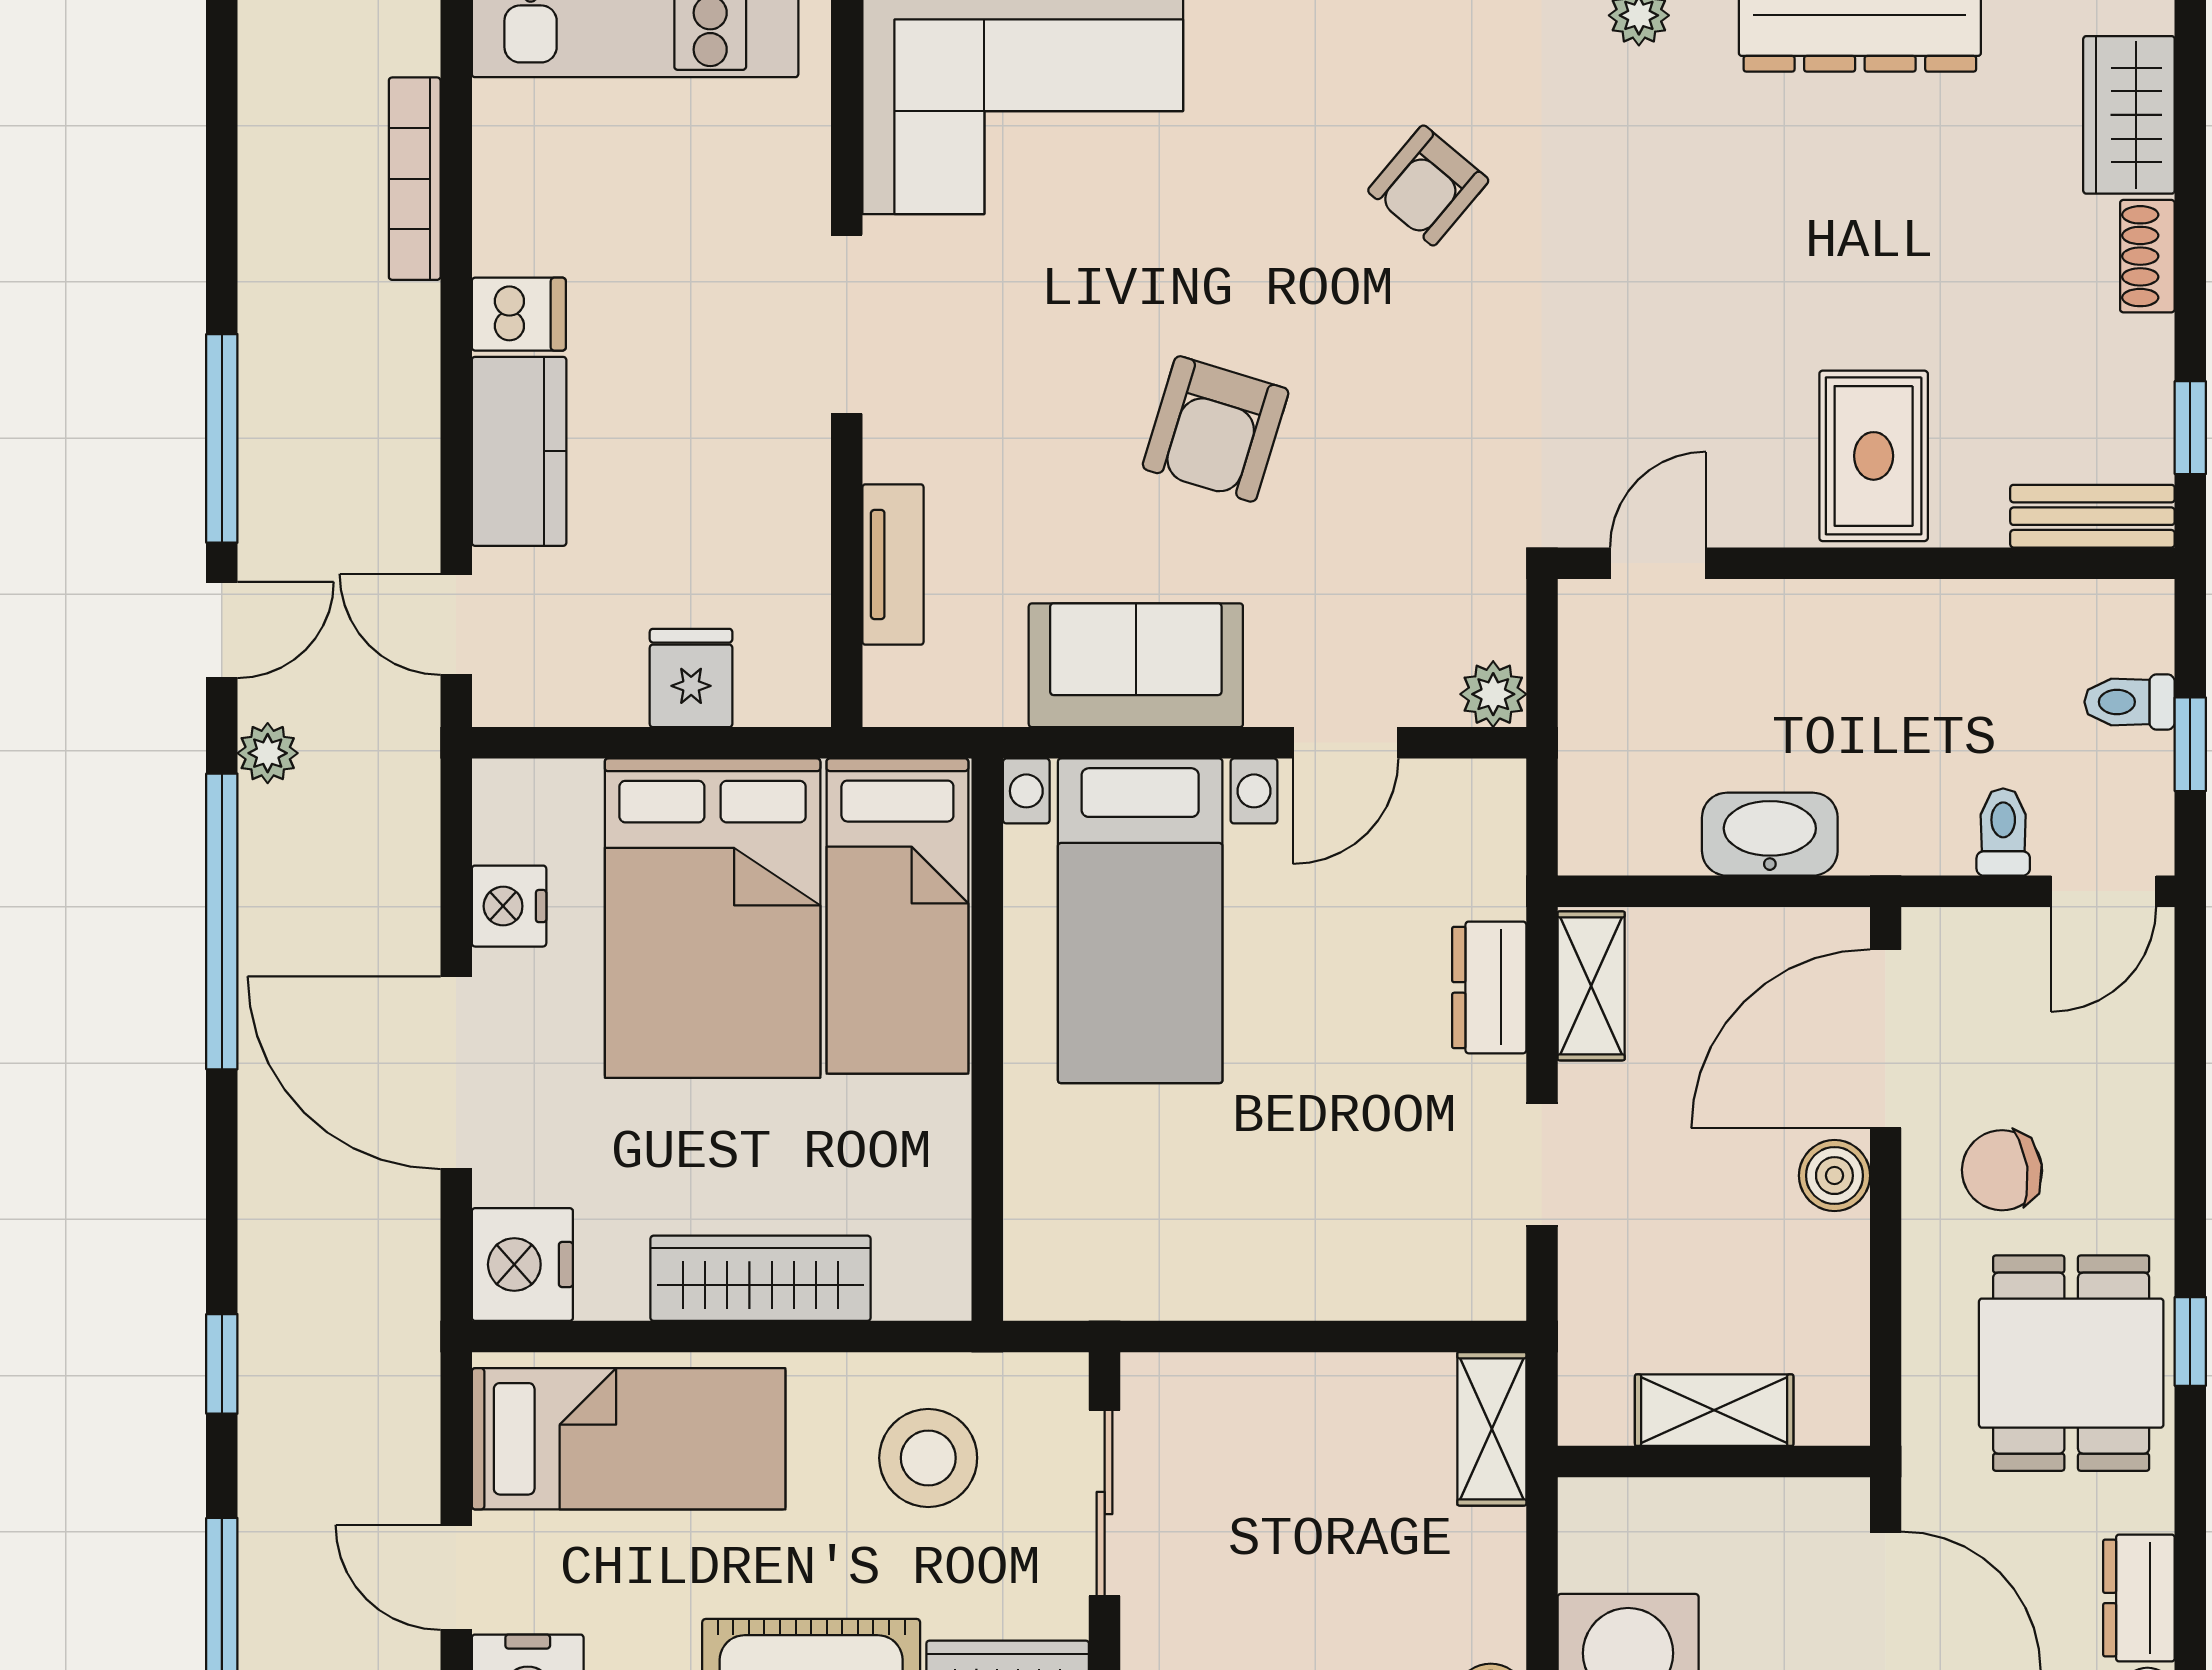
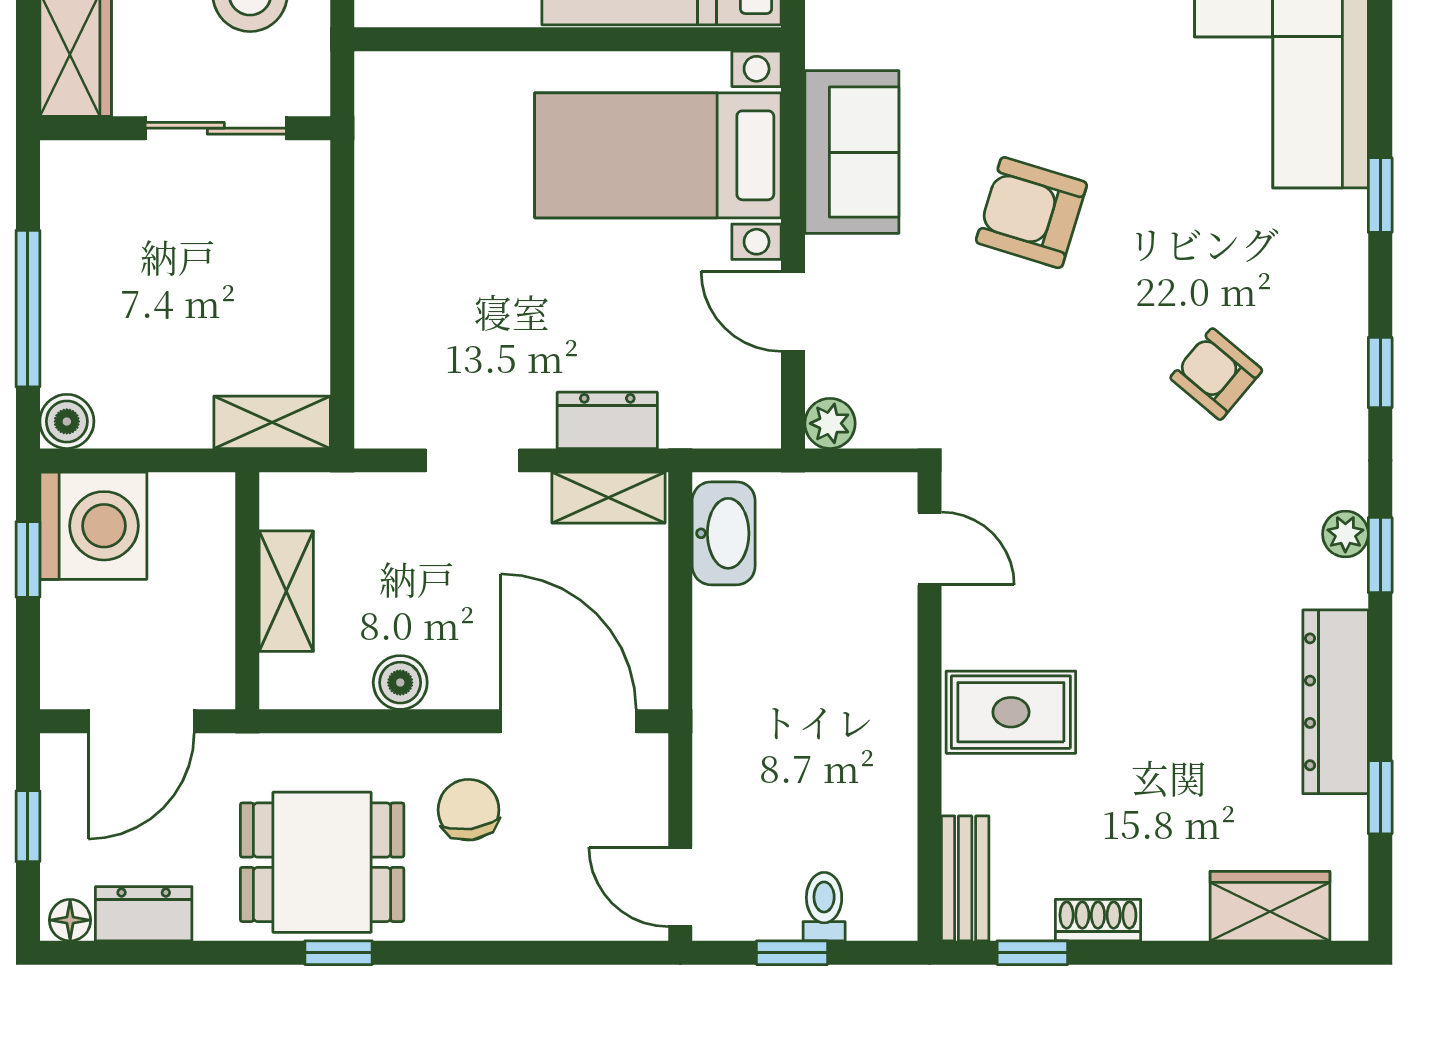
shoe rack: (2147, 256) -> (1098, 920), moved
toilet: (2003, 832) -> (725, 811), removed
washbasin: (1770, 834) -> (724, 533), moved
boiler: (1834, 1176) -> (400, 683), moved

